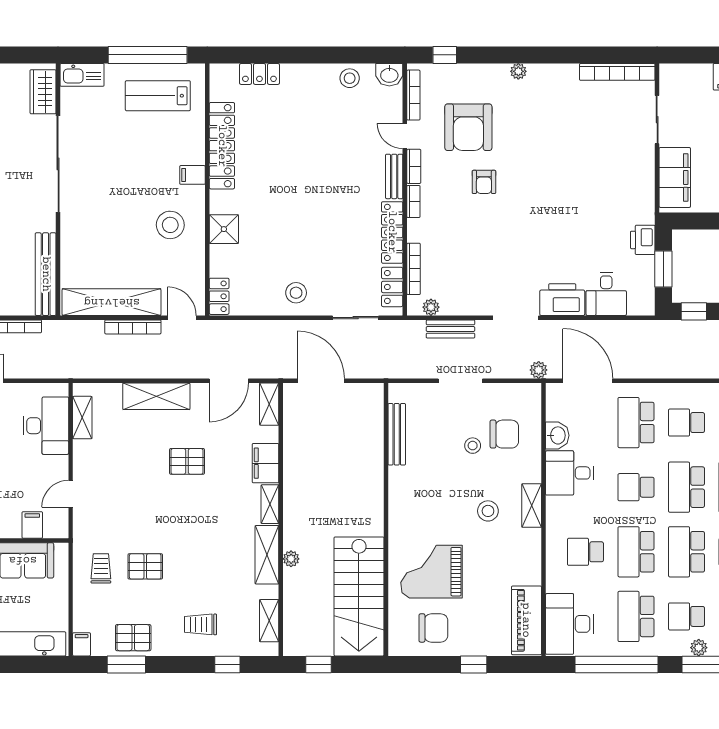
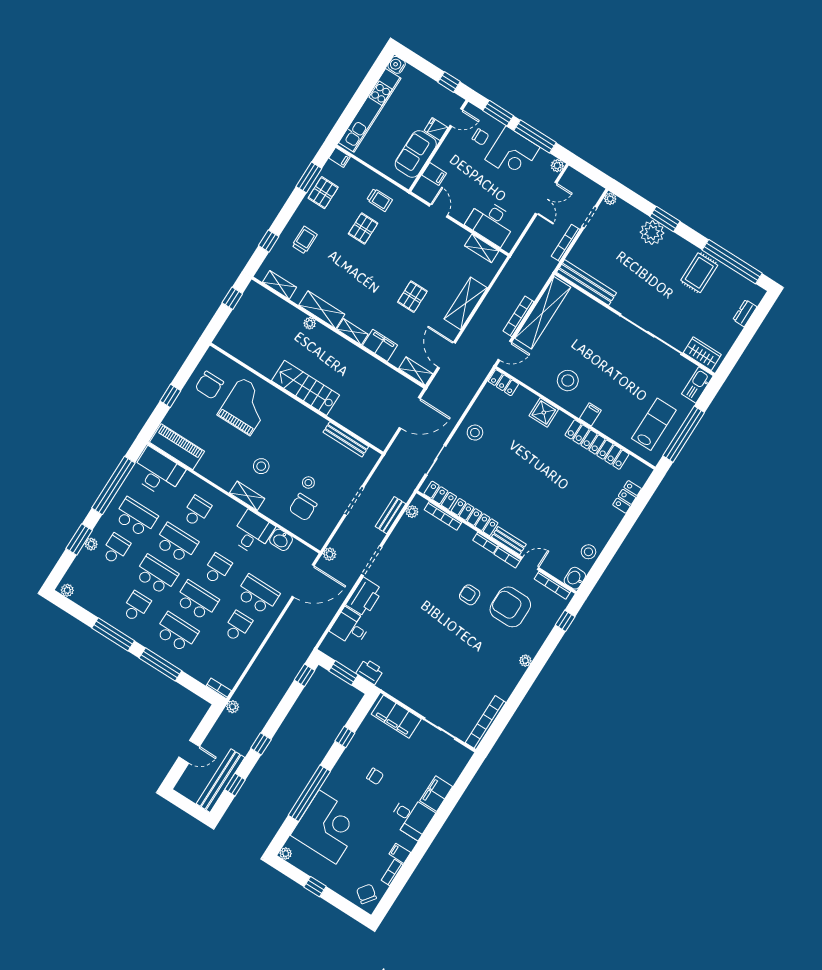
stairs: (359, 596) -> (306, 388), moved, width x0.73, depth x0.66

